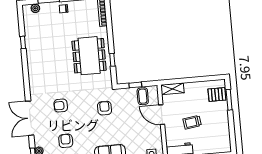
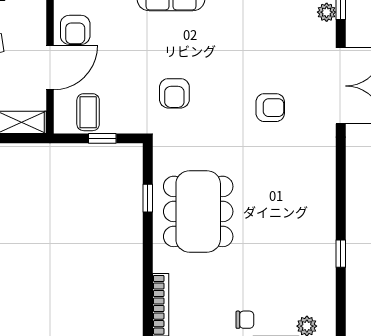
door: (162, 115) -> (50, 68), hinge flipped
armchair: (66, 141) -> (75, 30), moved

